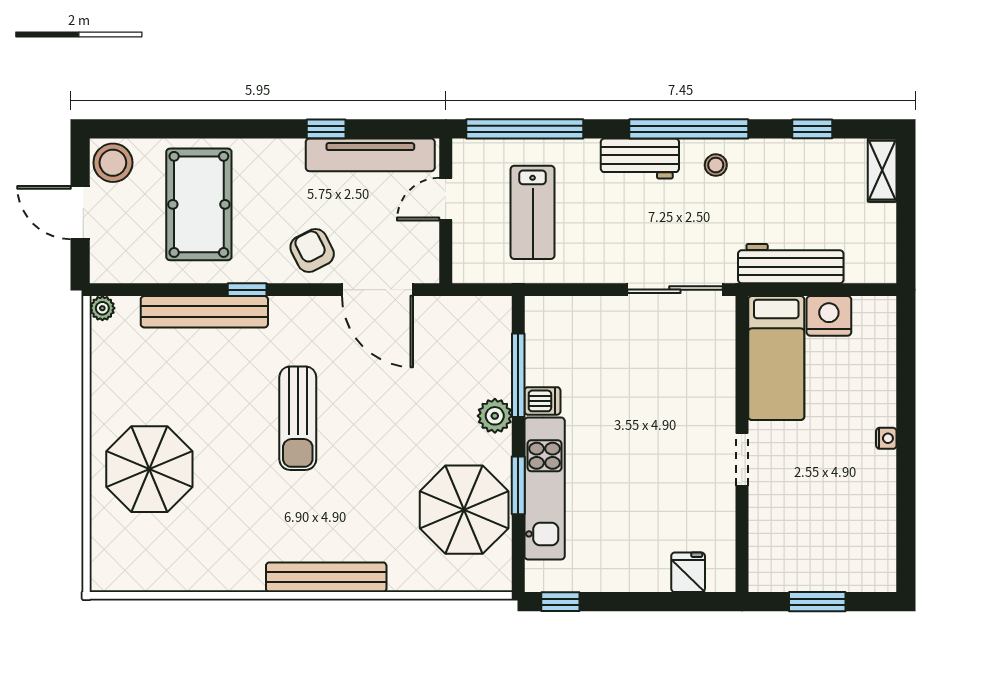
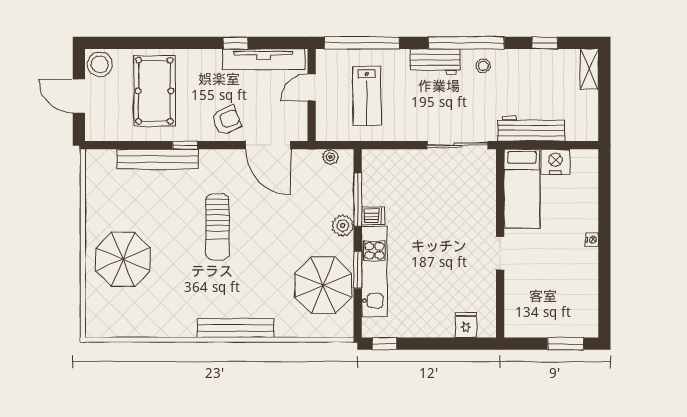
armchair: (312, 250) -> (227, 120), turned 94
plant: (102, 308) -> (330, 157), moved
window: (817, 602) -> (566, 344), moved

